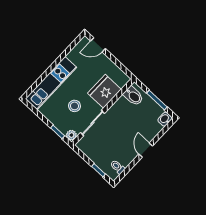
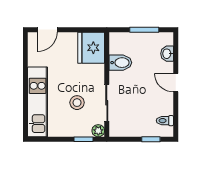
fridge: (104, 91) -> (91, 48), moved
bidet: (133, 96) -> (120, 63), moved
washbasin: (165, 119) -> (167, 54), moved

